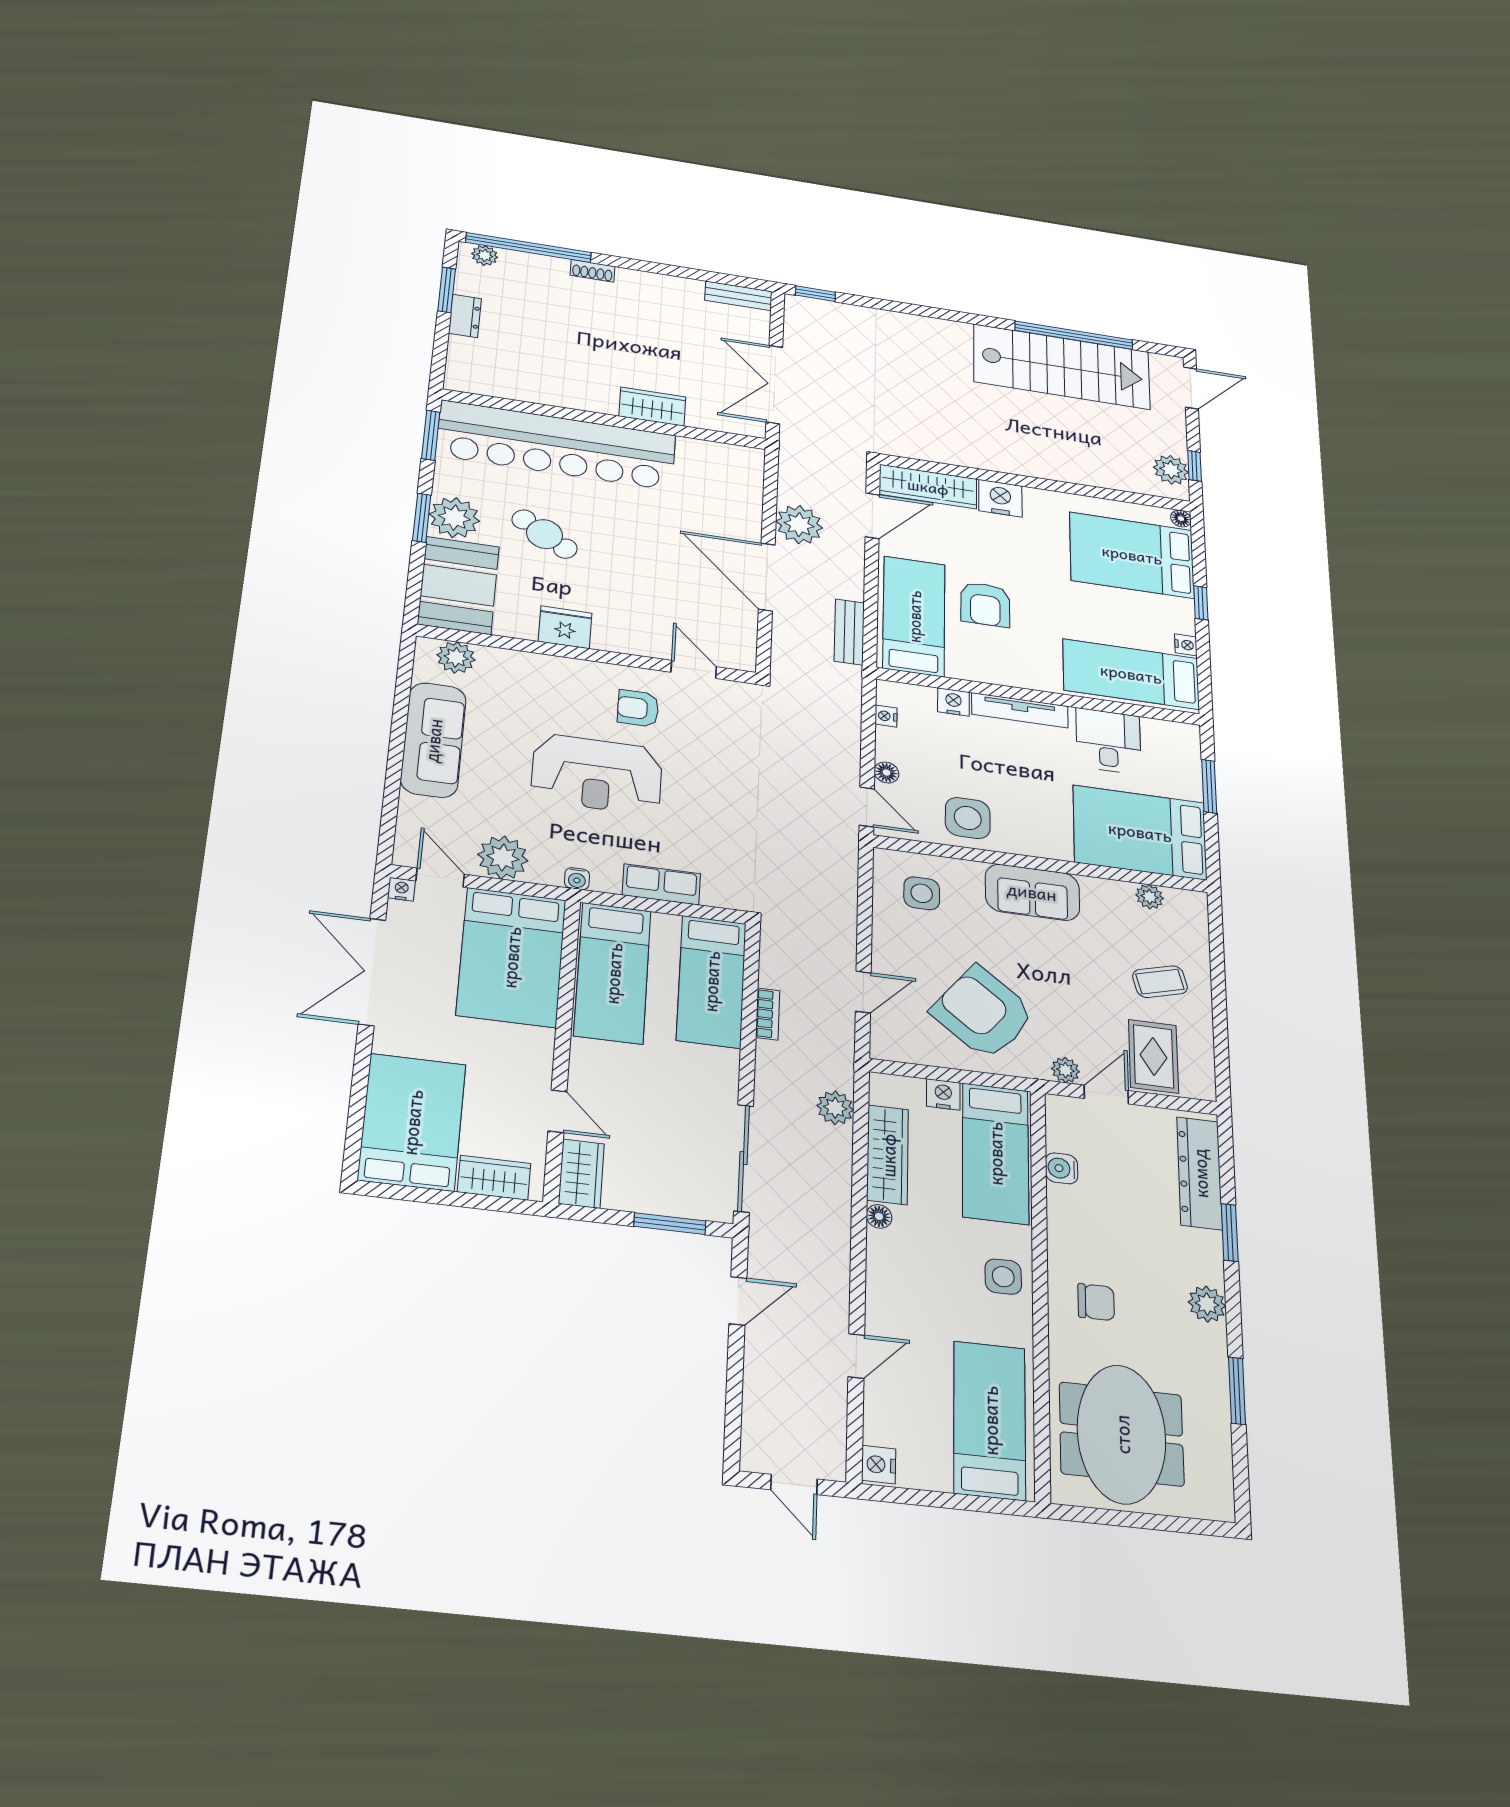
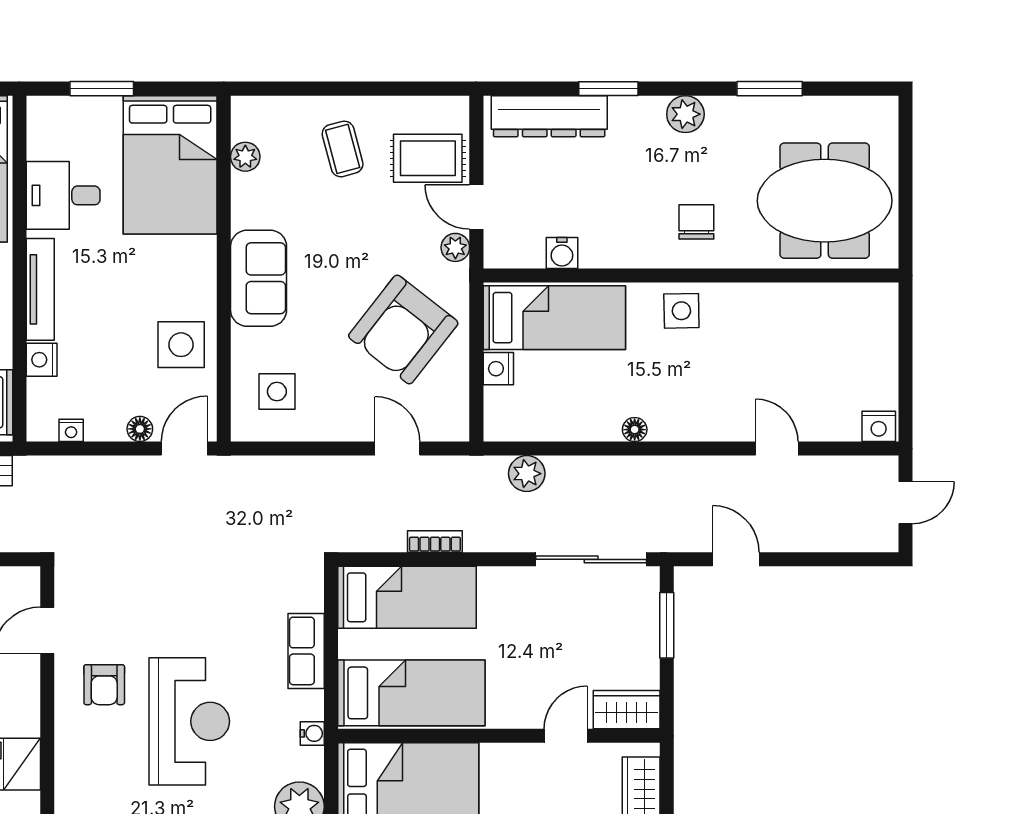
wardrobe: (888, 1155) -> (570, 422), removed
bed: (990, 1420) -> (825, 324), removed

